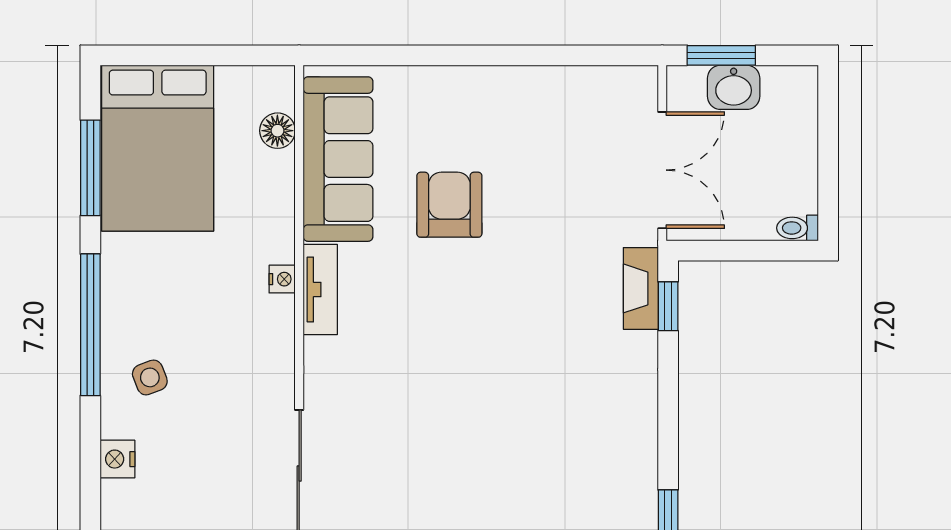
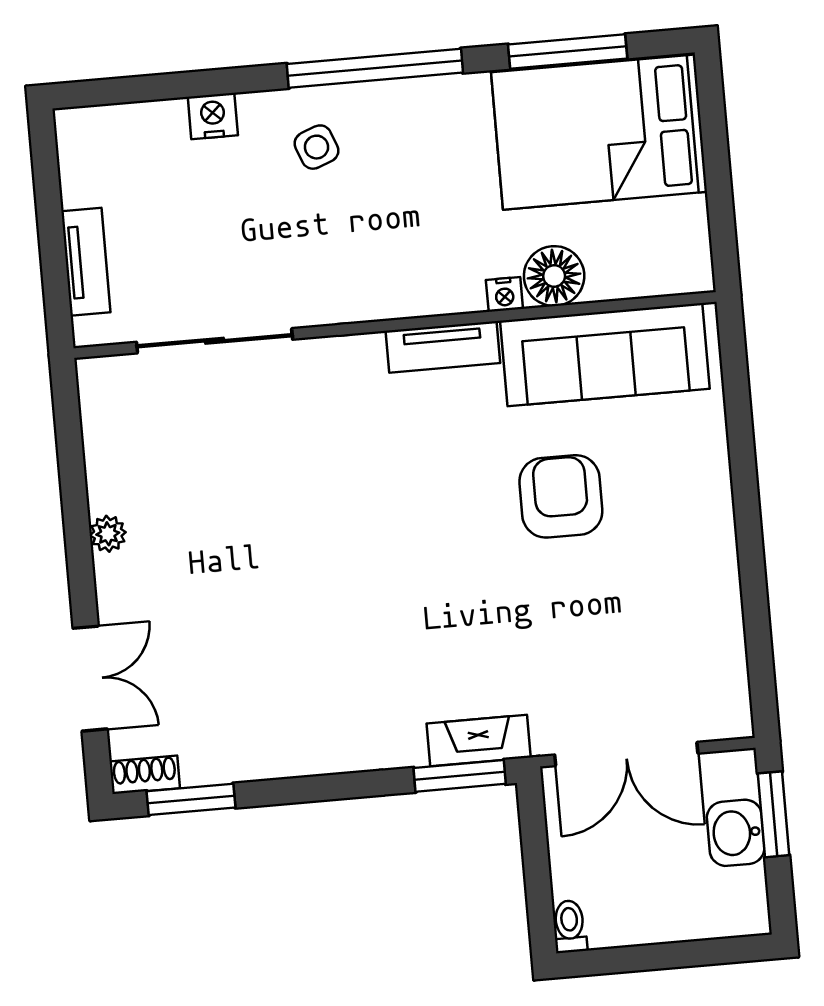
floor lamp: (277, 131) -> (554, 276), moved, width x1.38, depth x1.38
armchair: (449, 205) -> (561, 496), turned -90
nightstand: (282, 279) -> (504, 294), moved
window: (668, 306) -> (460, 776), width x1.50

